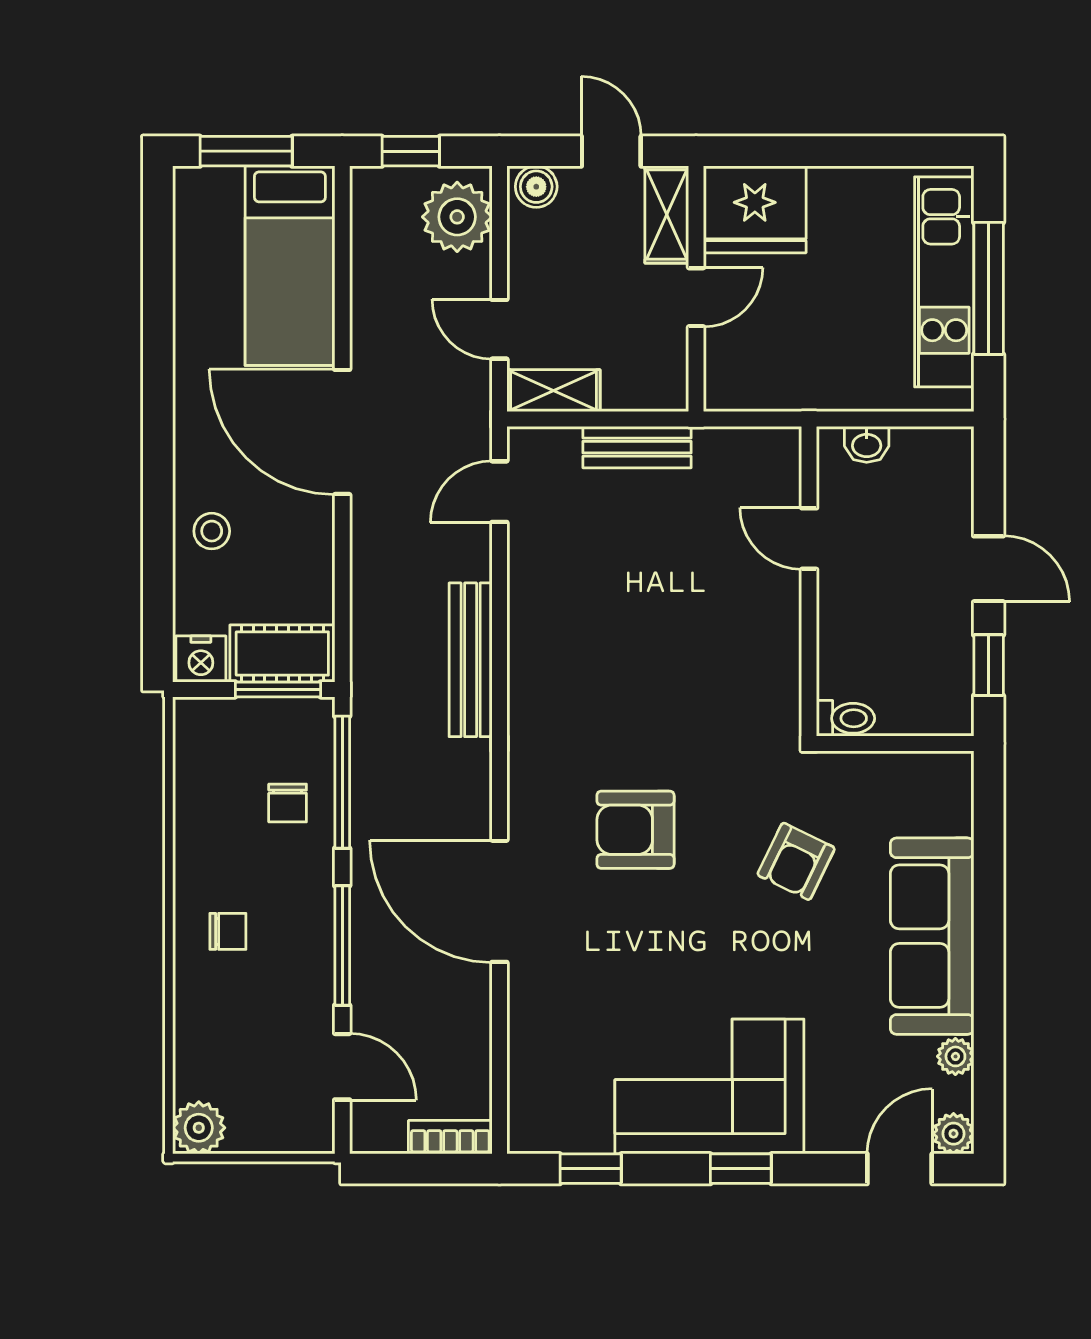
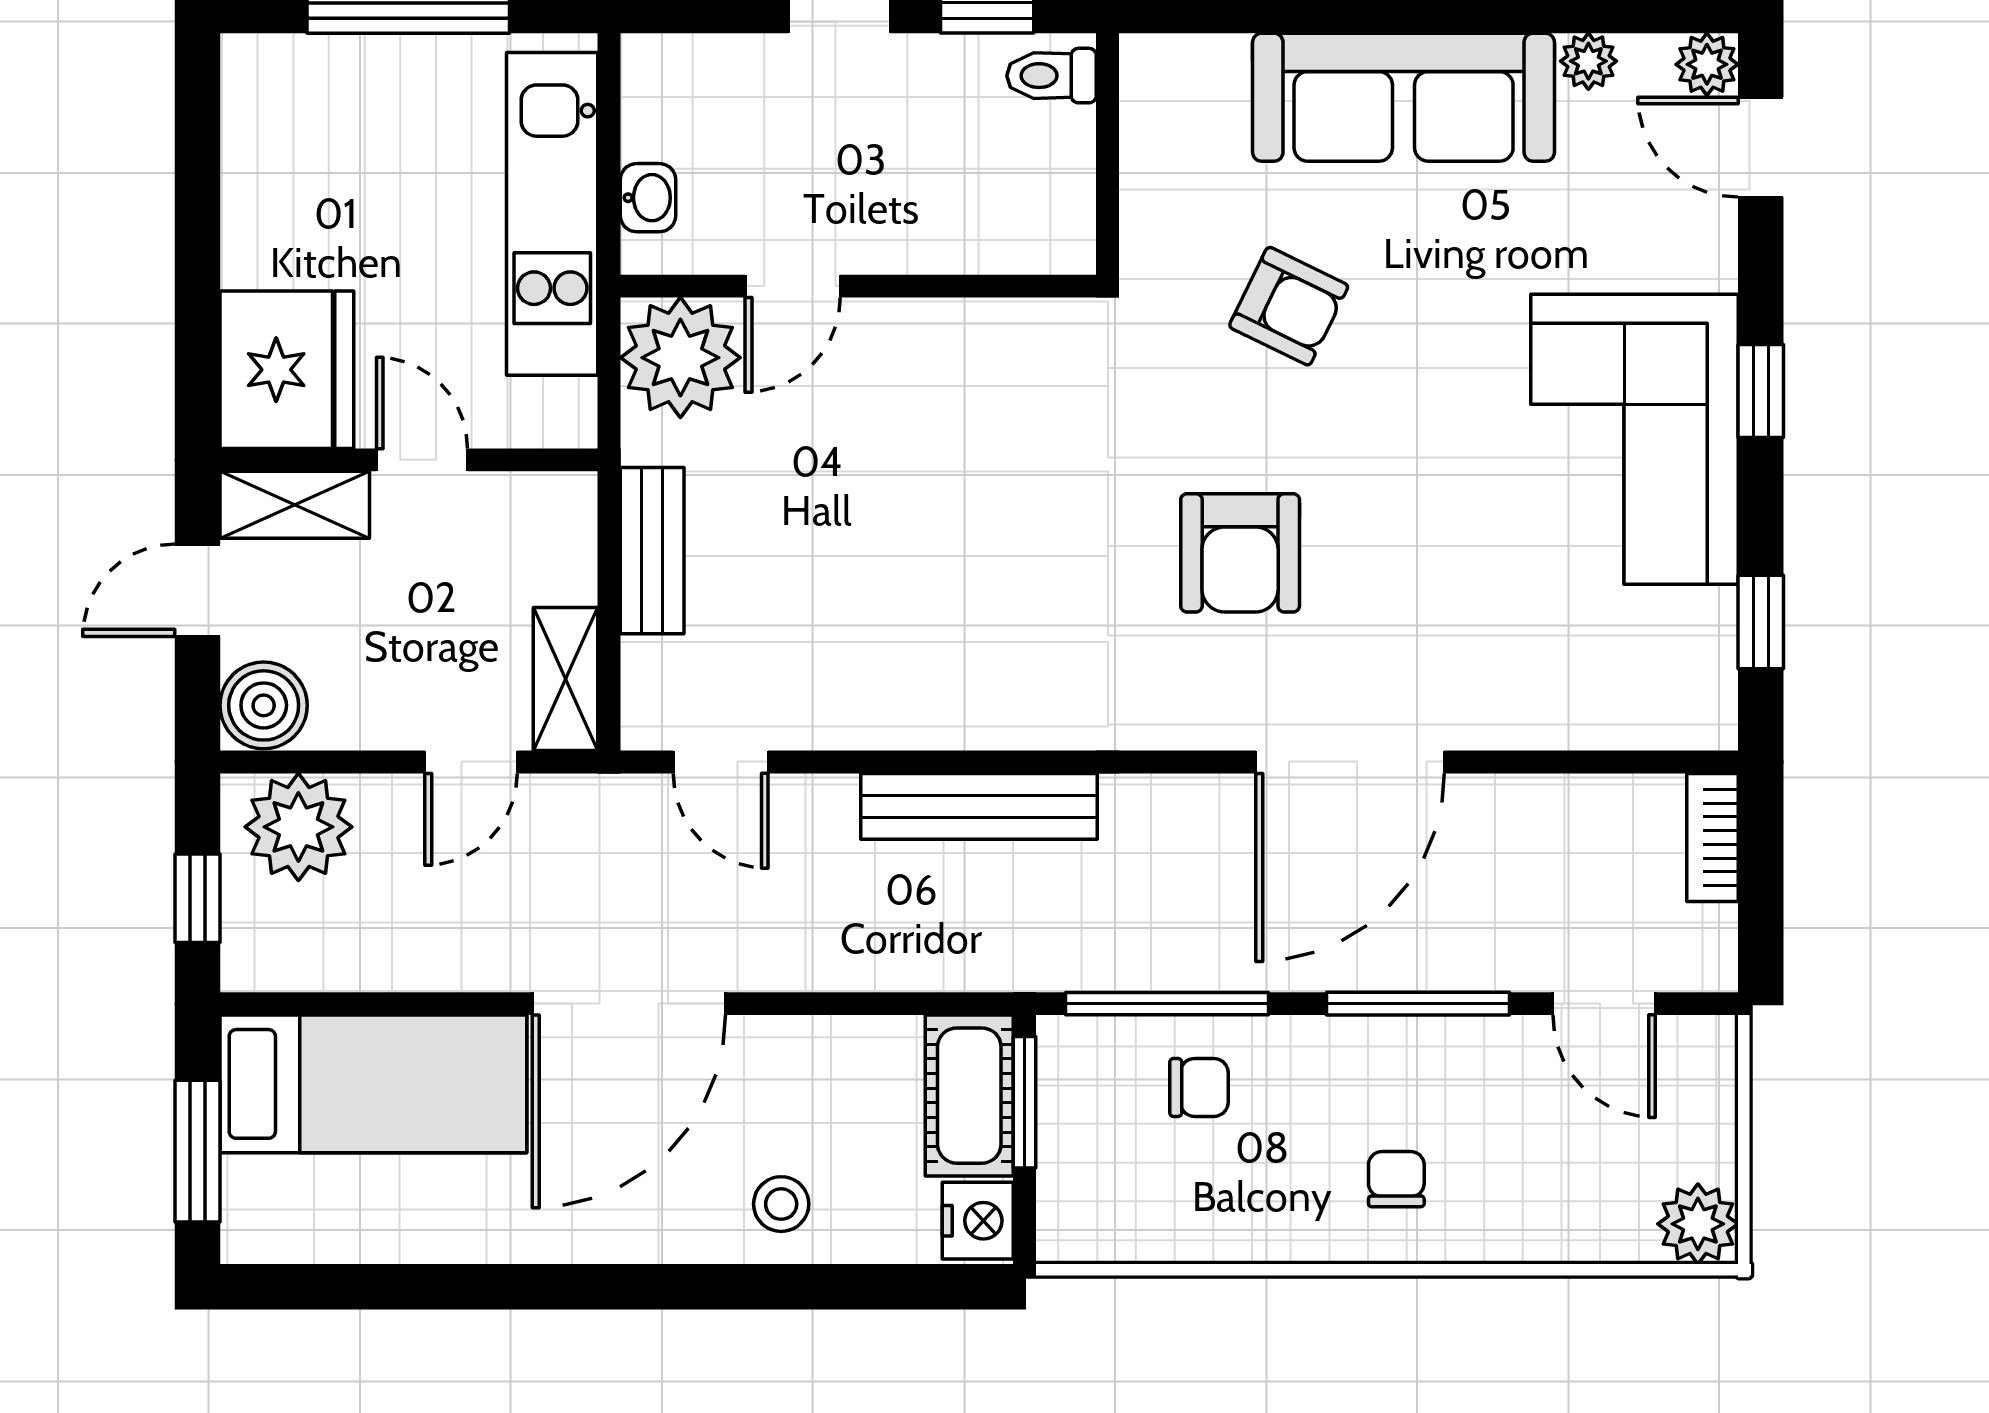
boiler: (536, 187) -> (264, 705), width x1.36, depth x1.36
kitchen unit: (944, 282) -> (552, 214), moved, turned 90
plant: (763, 466) -> (680, 358), added
toilet: (846, 718) -> (1052, 76), moved, turned -90
door: (342, 1067) -> (1604, 1004), swing flipped

